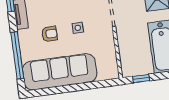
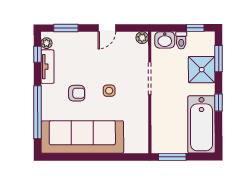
window: (141, 79) -> (172, 157), width x1.50

